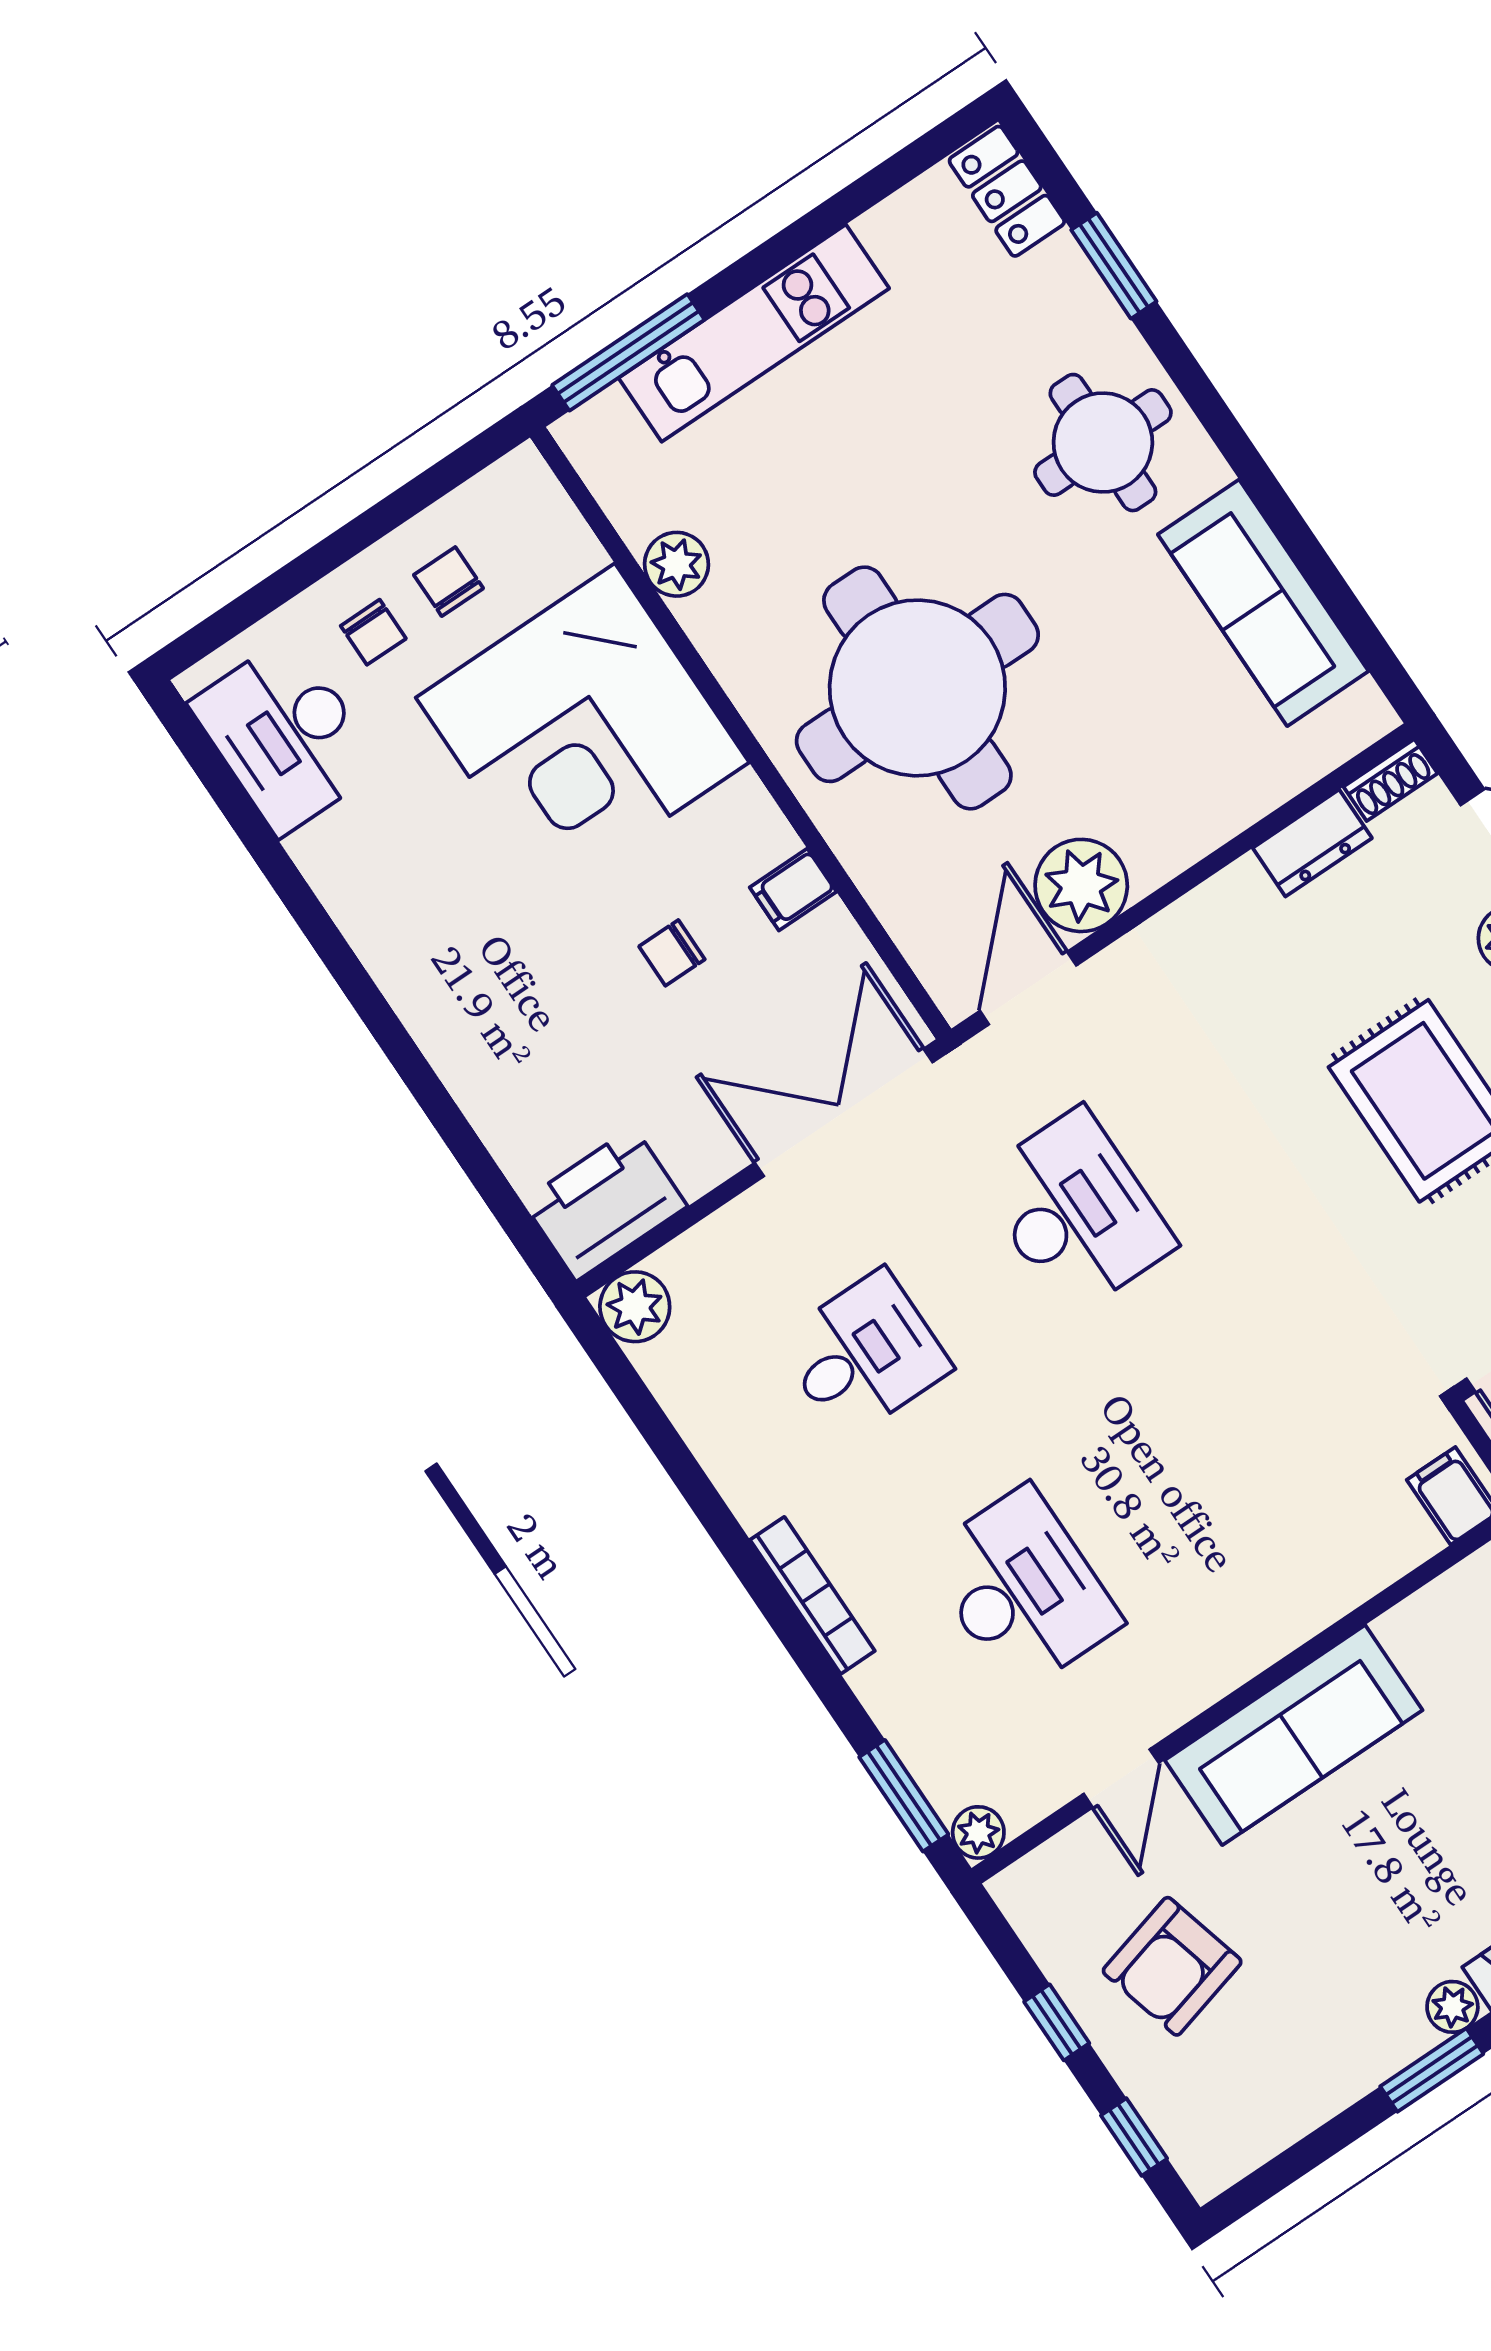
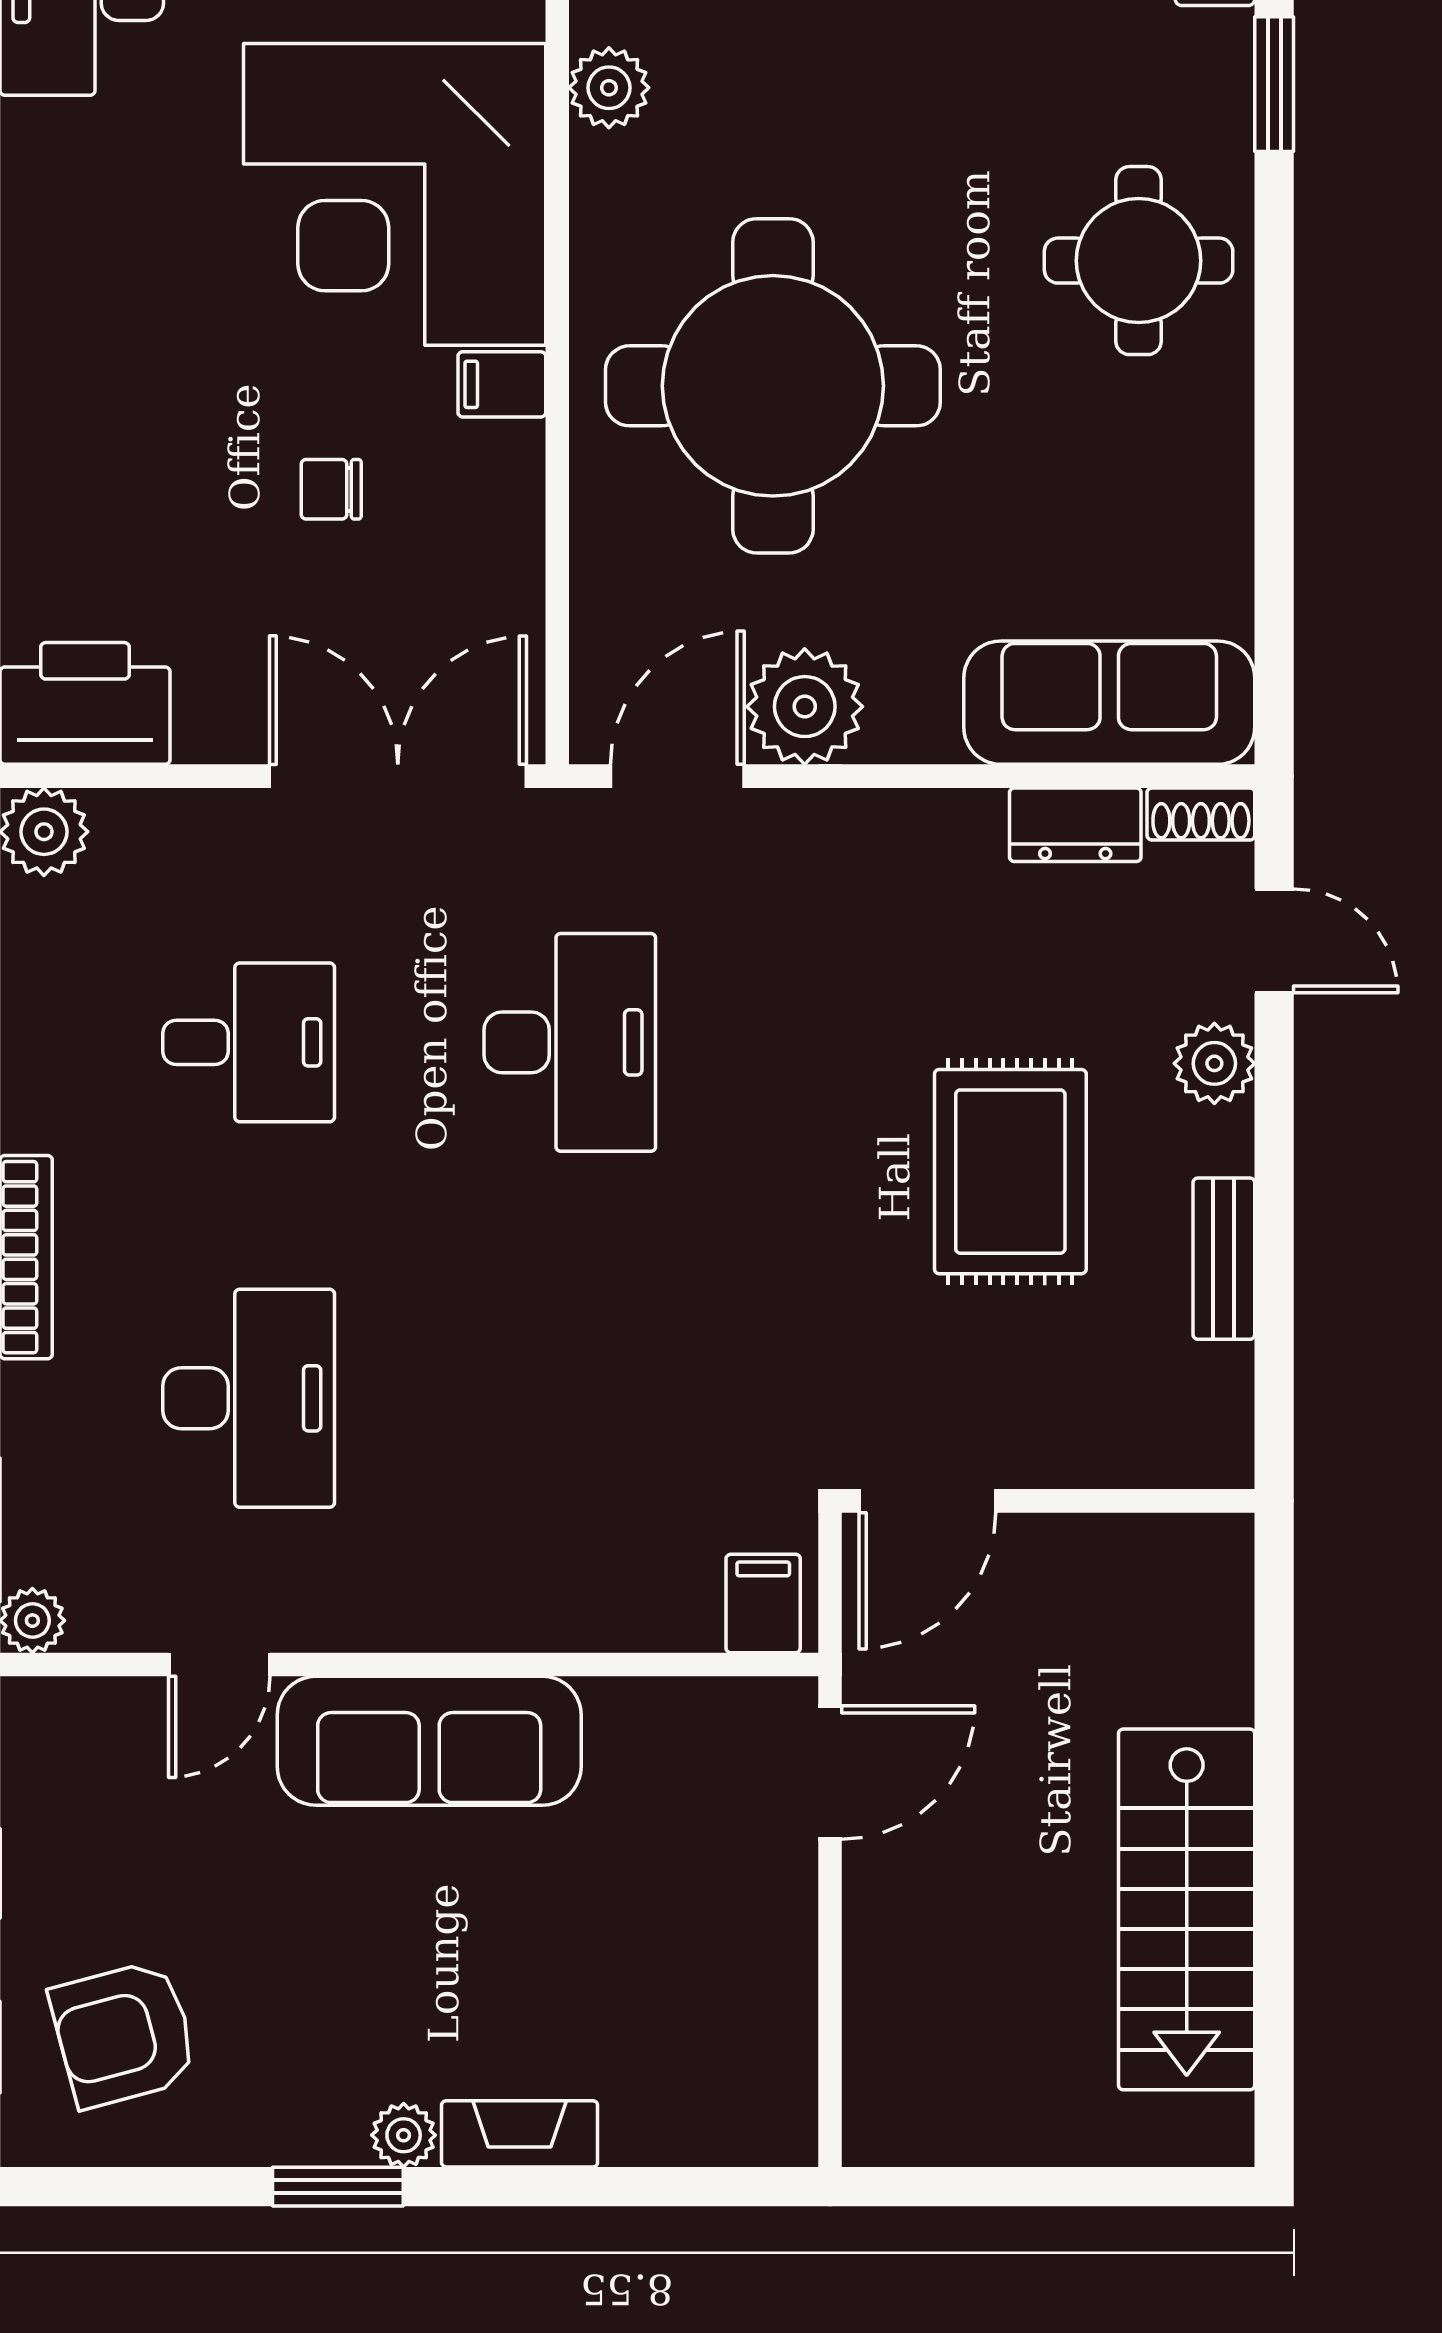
sofa: (1263, 603) -> (1109, 703), moved, turned 90
filing cabinet: (793, 890) -> (502, 384), moved
armchair: (1172, 1966) -> (124, 2034), moved

